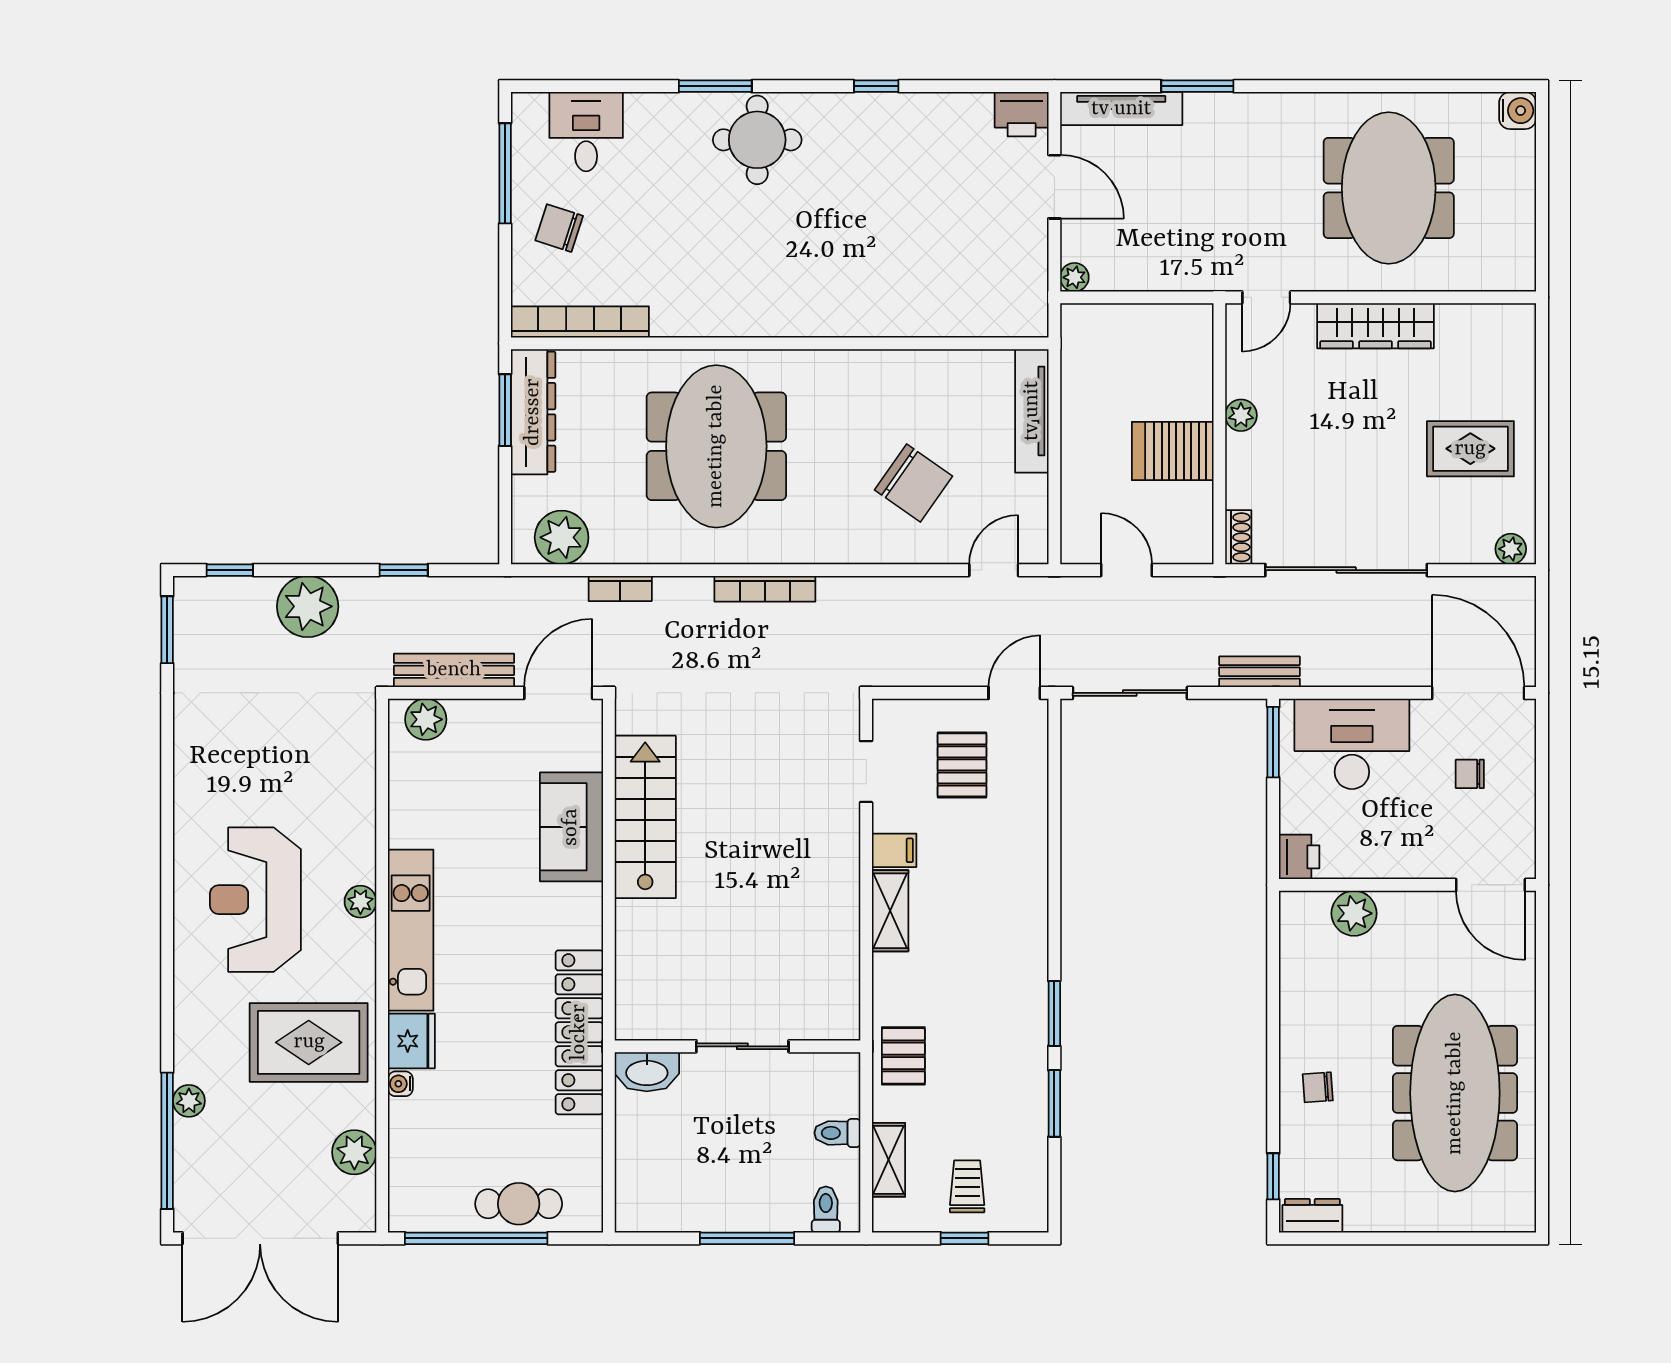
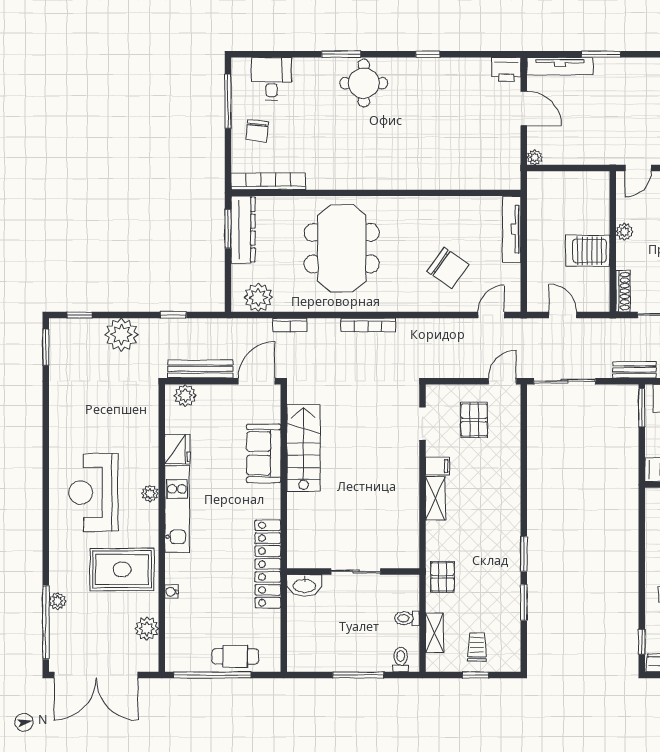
chair: (559, 228) -> (257, 131), turned -102
shoe rack: (1238, 537) -> (623, 291), width x1.43
fridge: (411, 1041) -> (177, 449), moved

